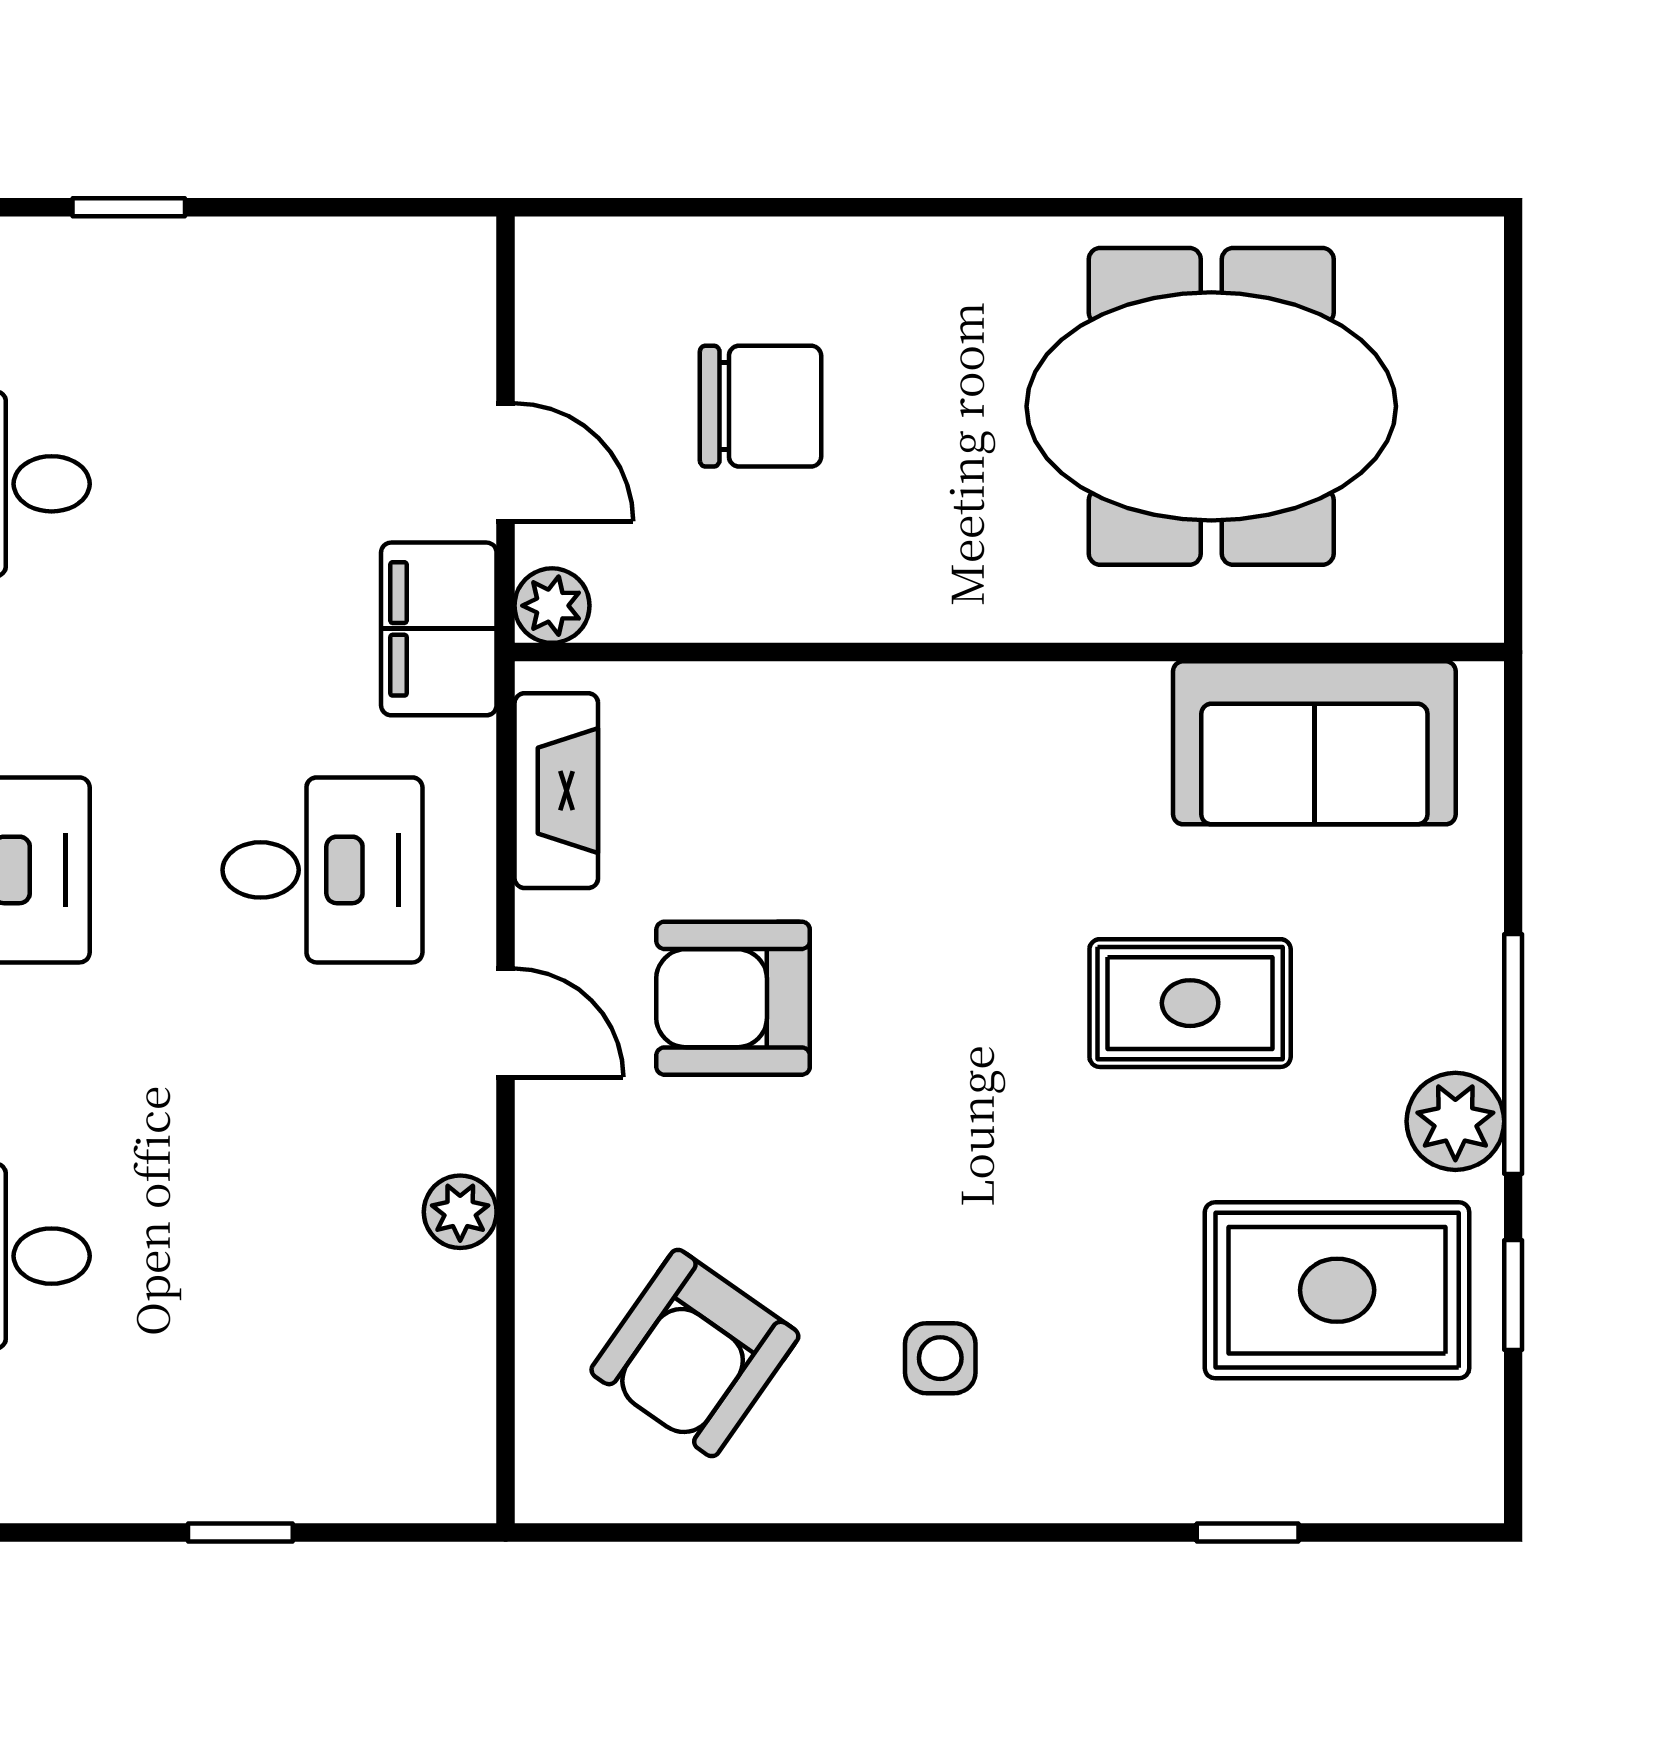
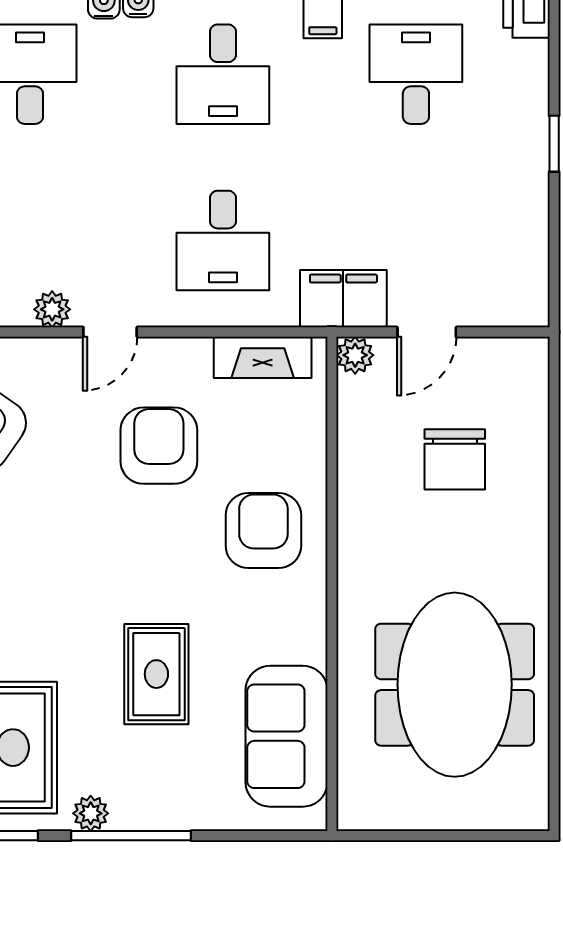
armchair: (903, 789) -> (263, 530), added
door: (506, 1023) -> (110, 332), moved
plant: (1455, 1121) -> (91, 813), width x0.73, depth x0.73

